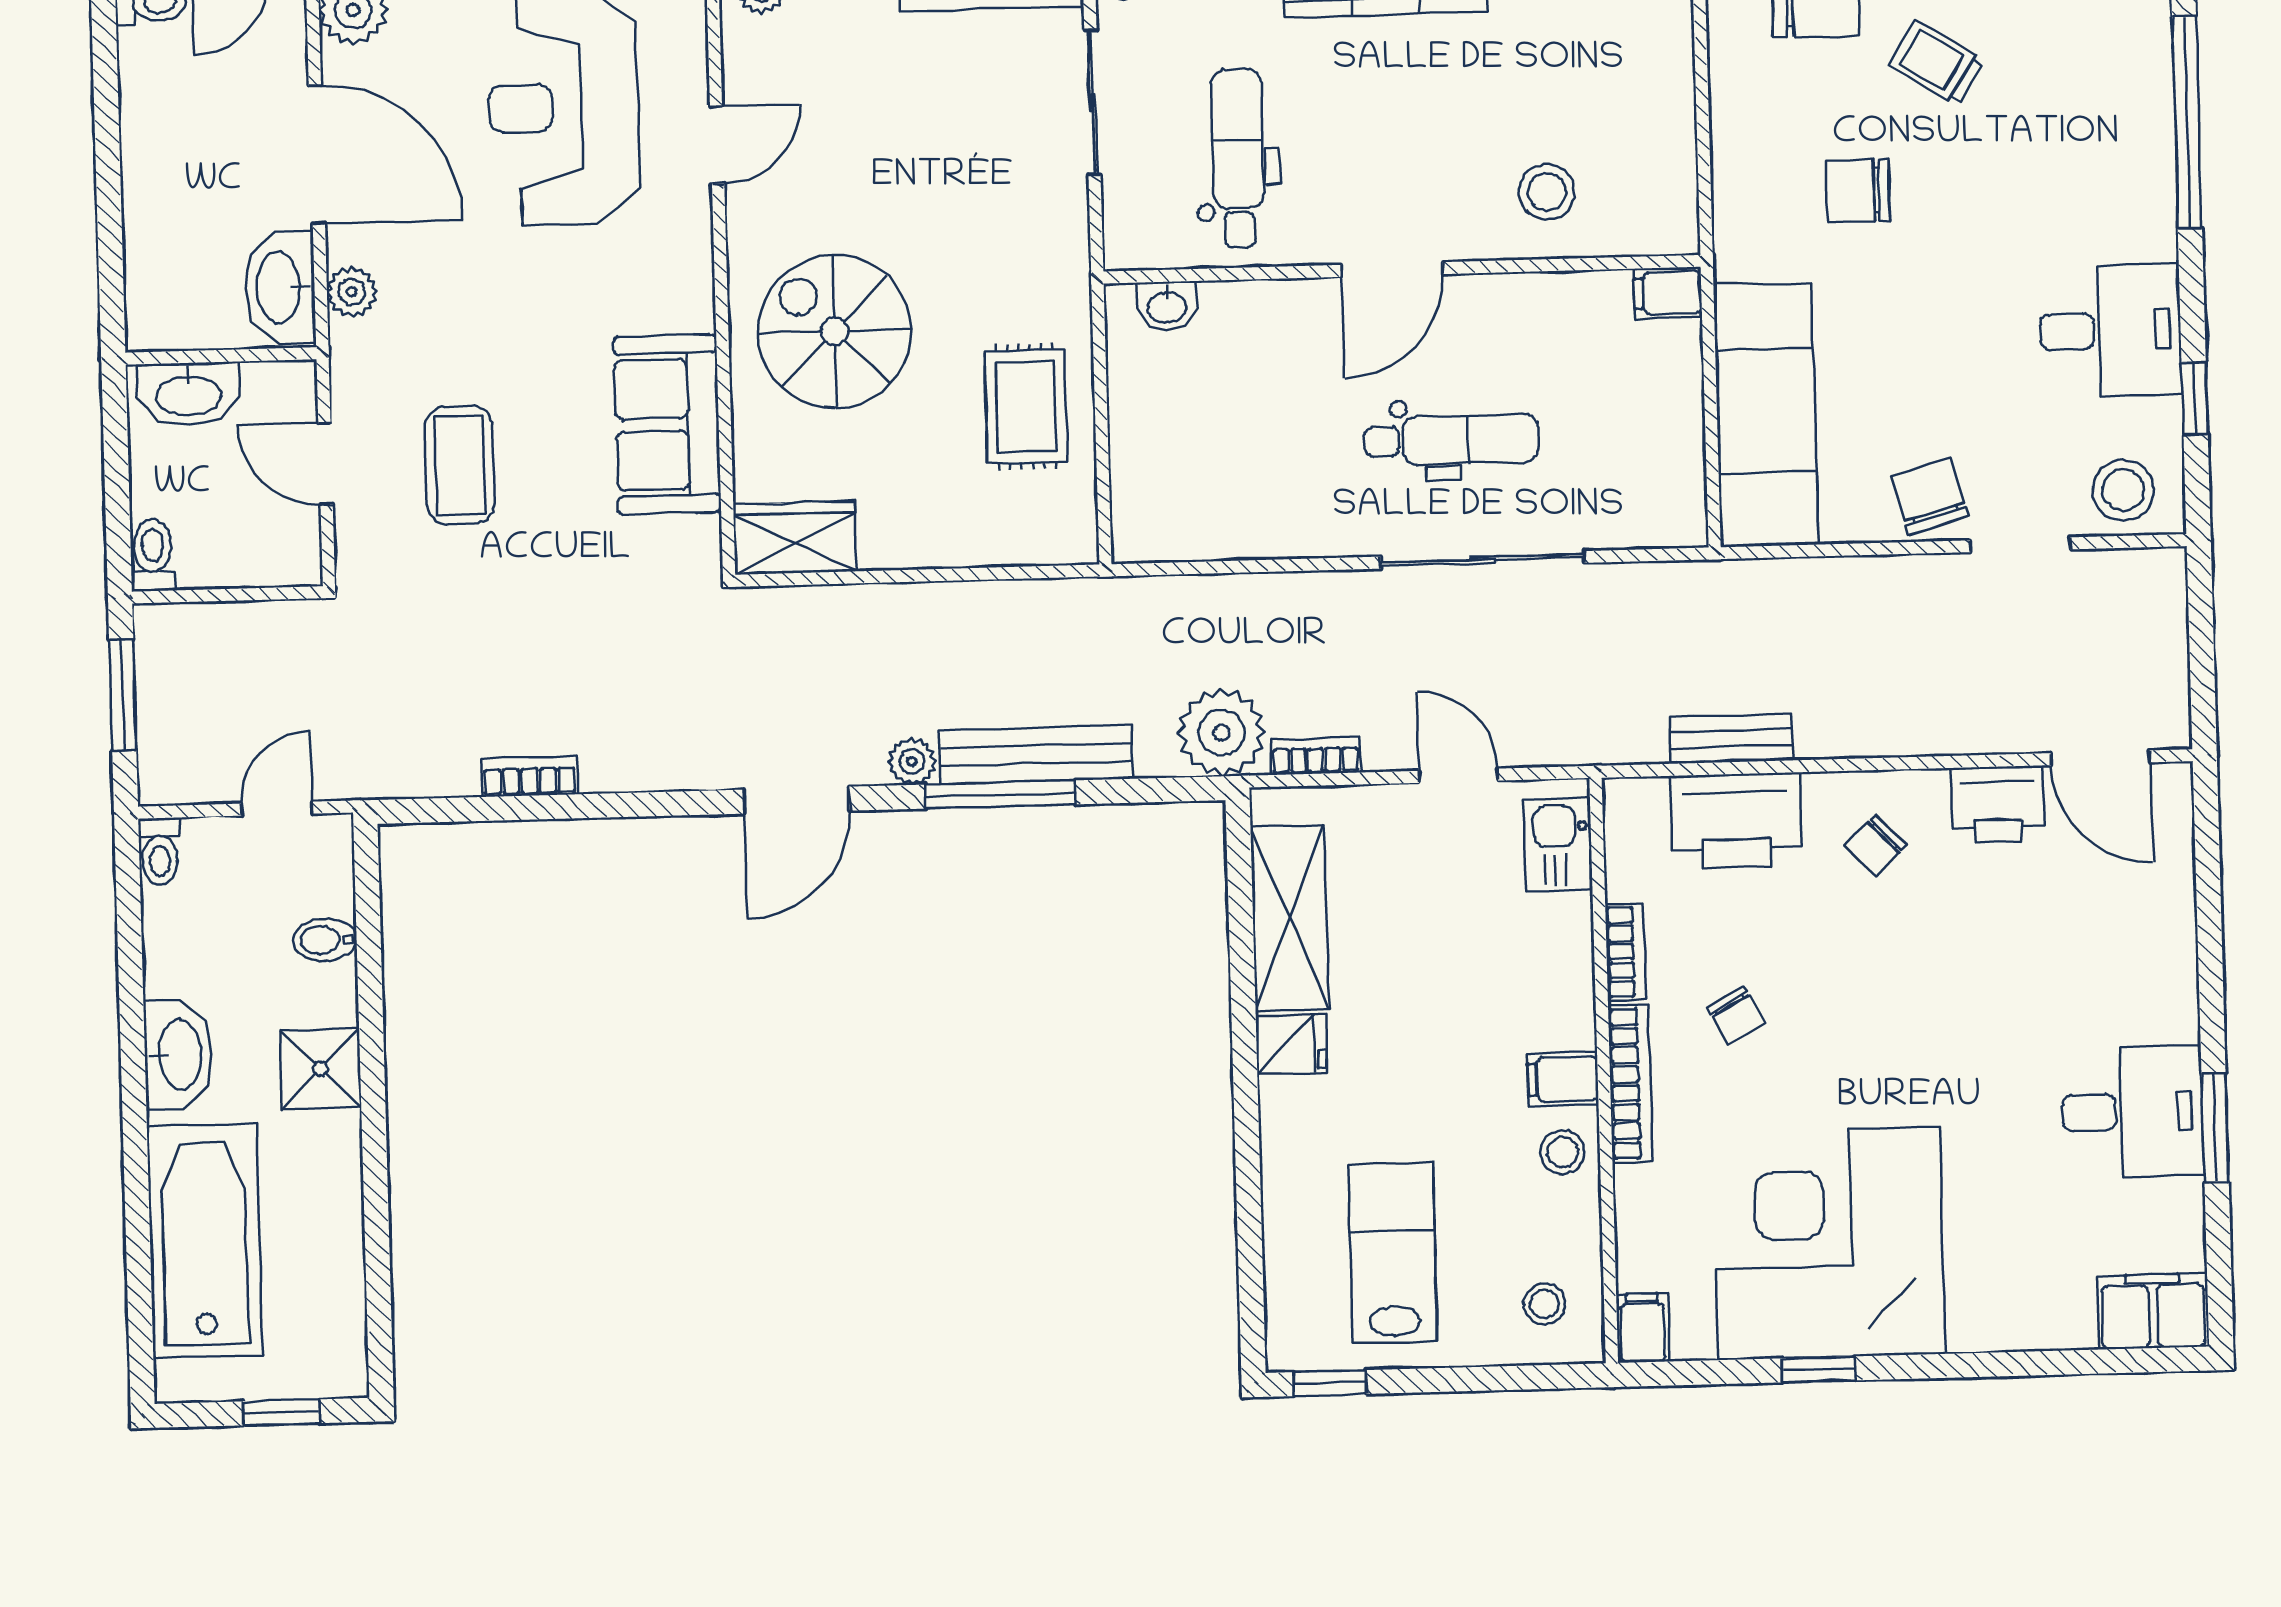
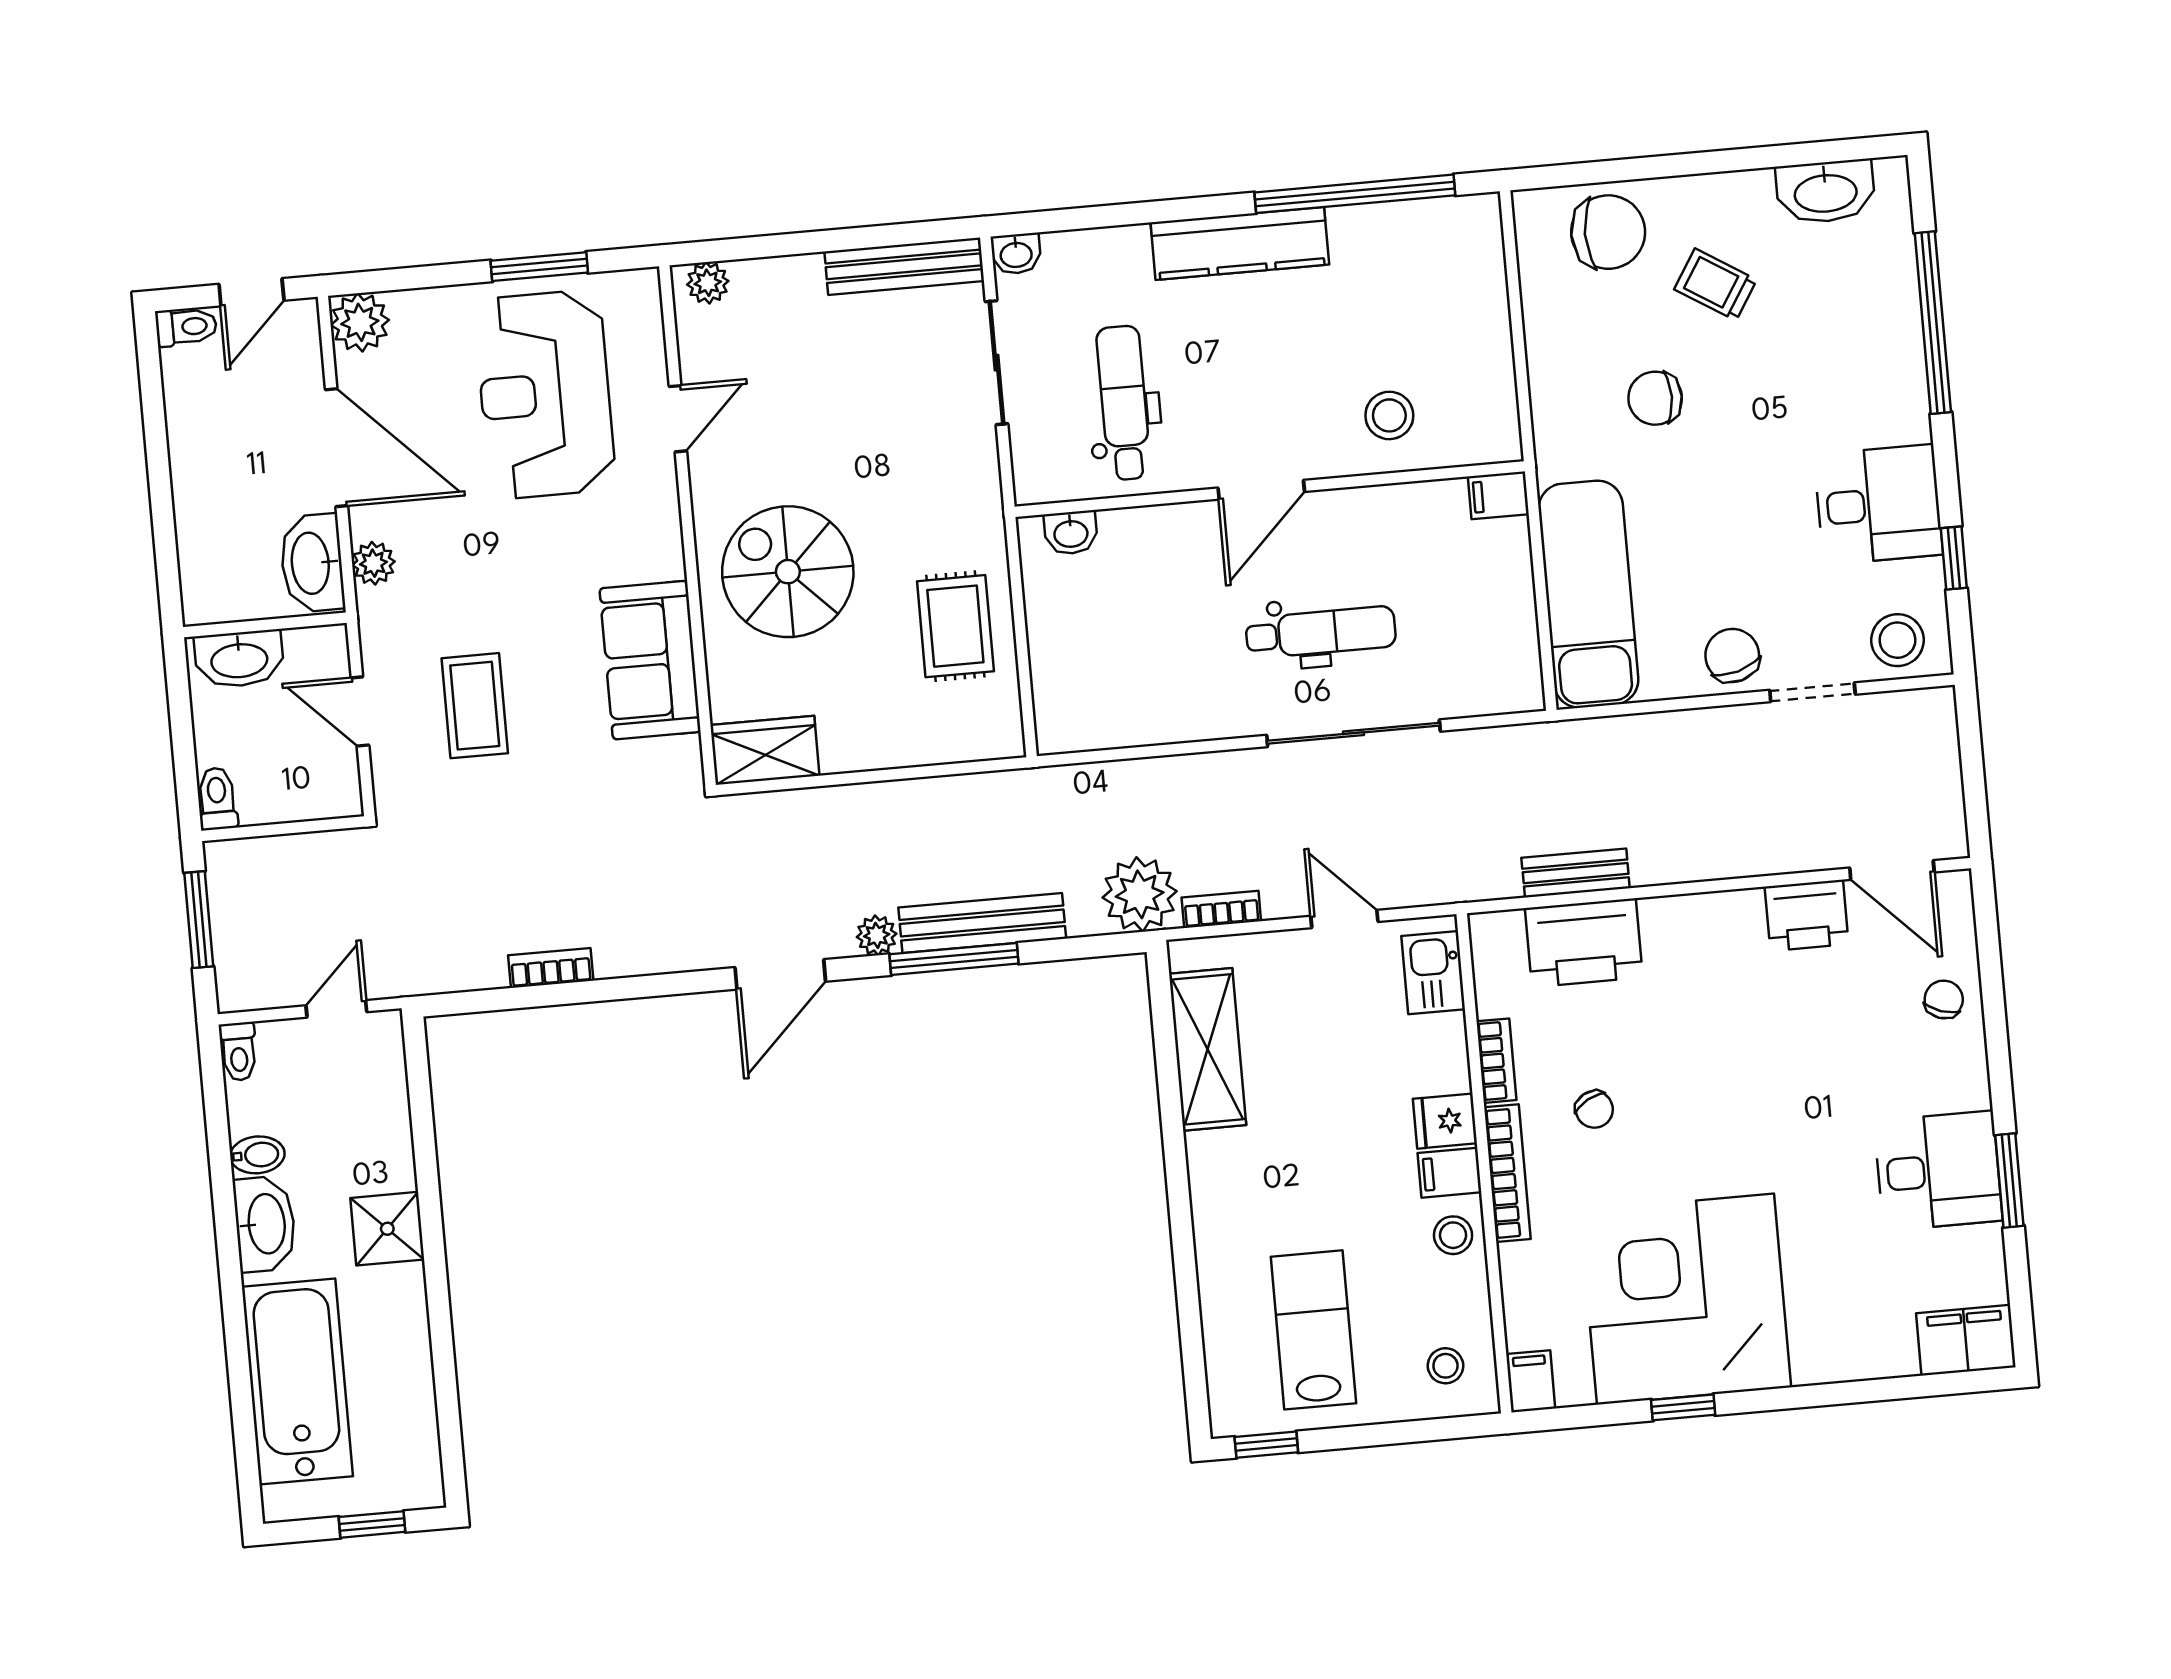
chair: (1875, 846) -> (1944, 999), moved, turned 153
bidet: (325, 940) -> (257, 1155), moved, turned 180
fridge: (1291, 1044) -> (1445, 1121), moved, turned 180

